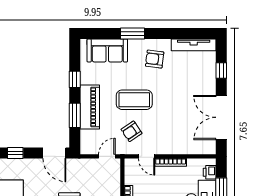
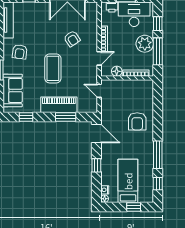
window: (75, 79) -> (26, 117), moved
armchair: (131, 131) -> (72, 39), moved
door: (54, 153) -> (96, 134), hinge flipped
floor lamp: (131, 178) -> (117, 71), added

